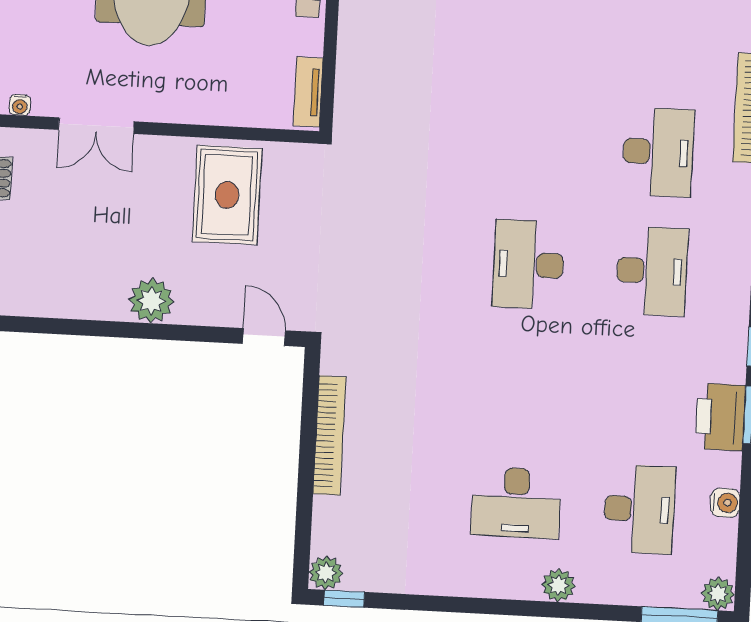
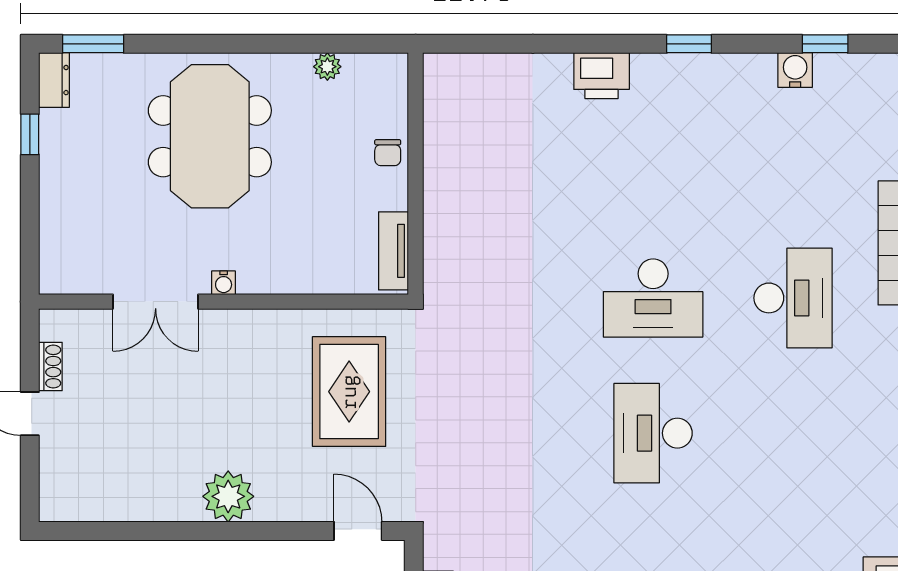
water cooler: (20, 105) -> (224, 283), moved
rug: (227, 195) -> (349, 392), moved
desk: (652, 271) -> (653, 298), moved, turned 90

